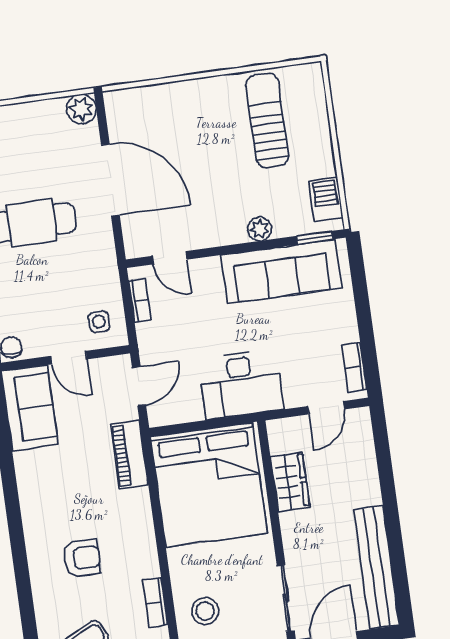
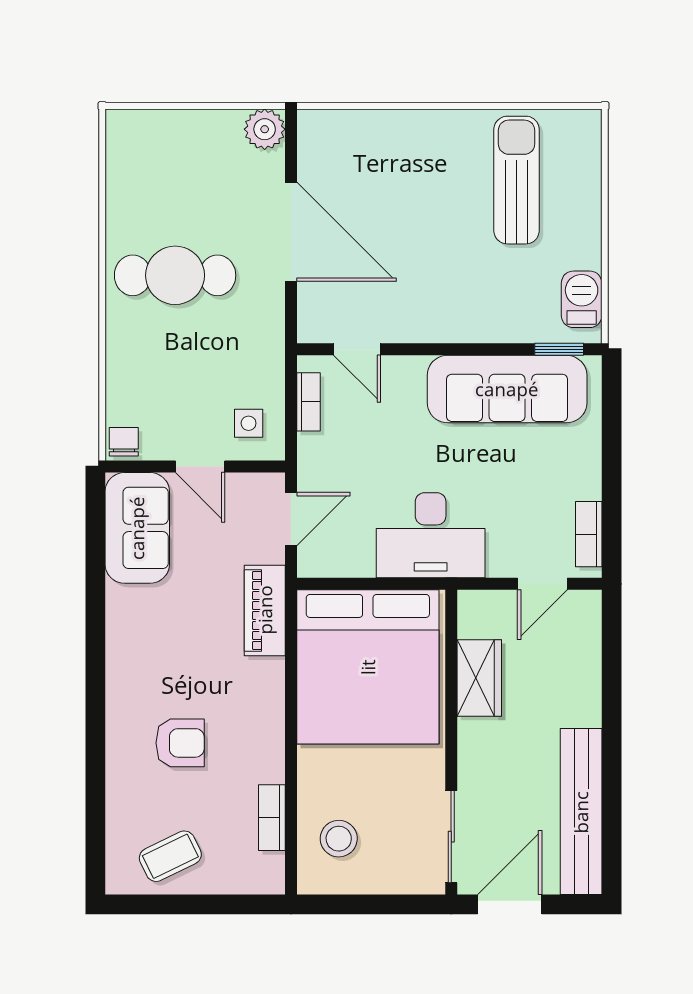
plant: (260, 229) -> (486, 327), removed

